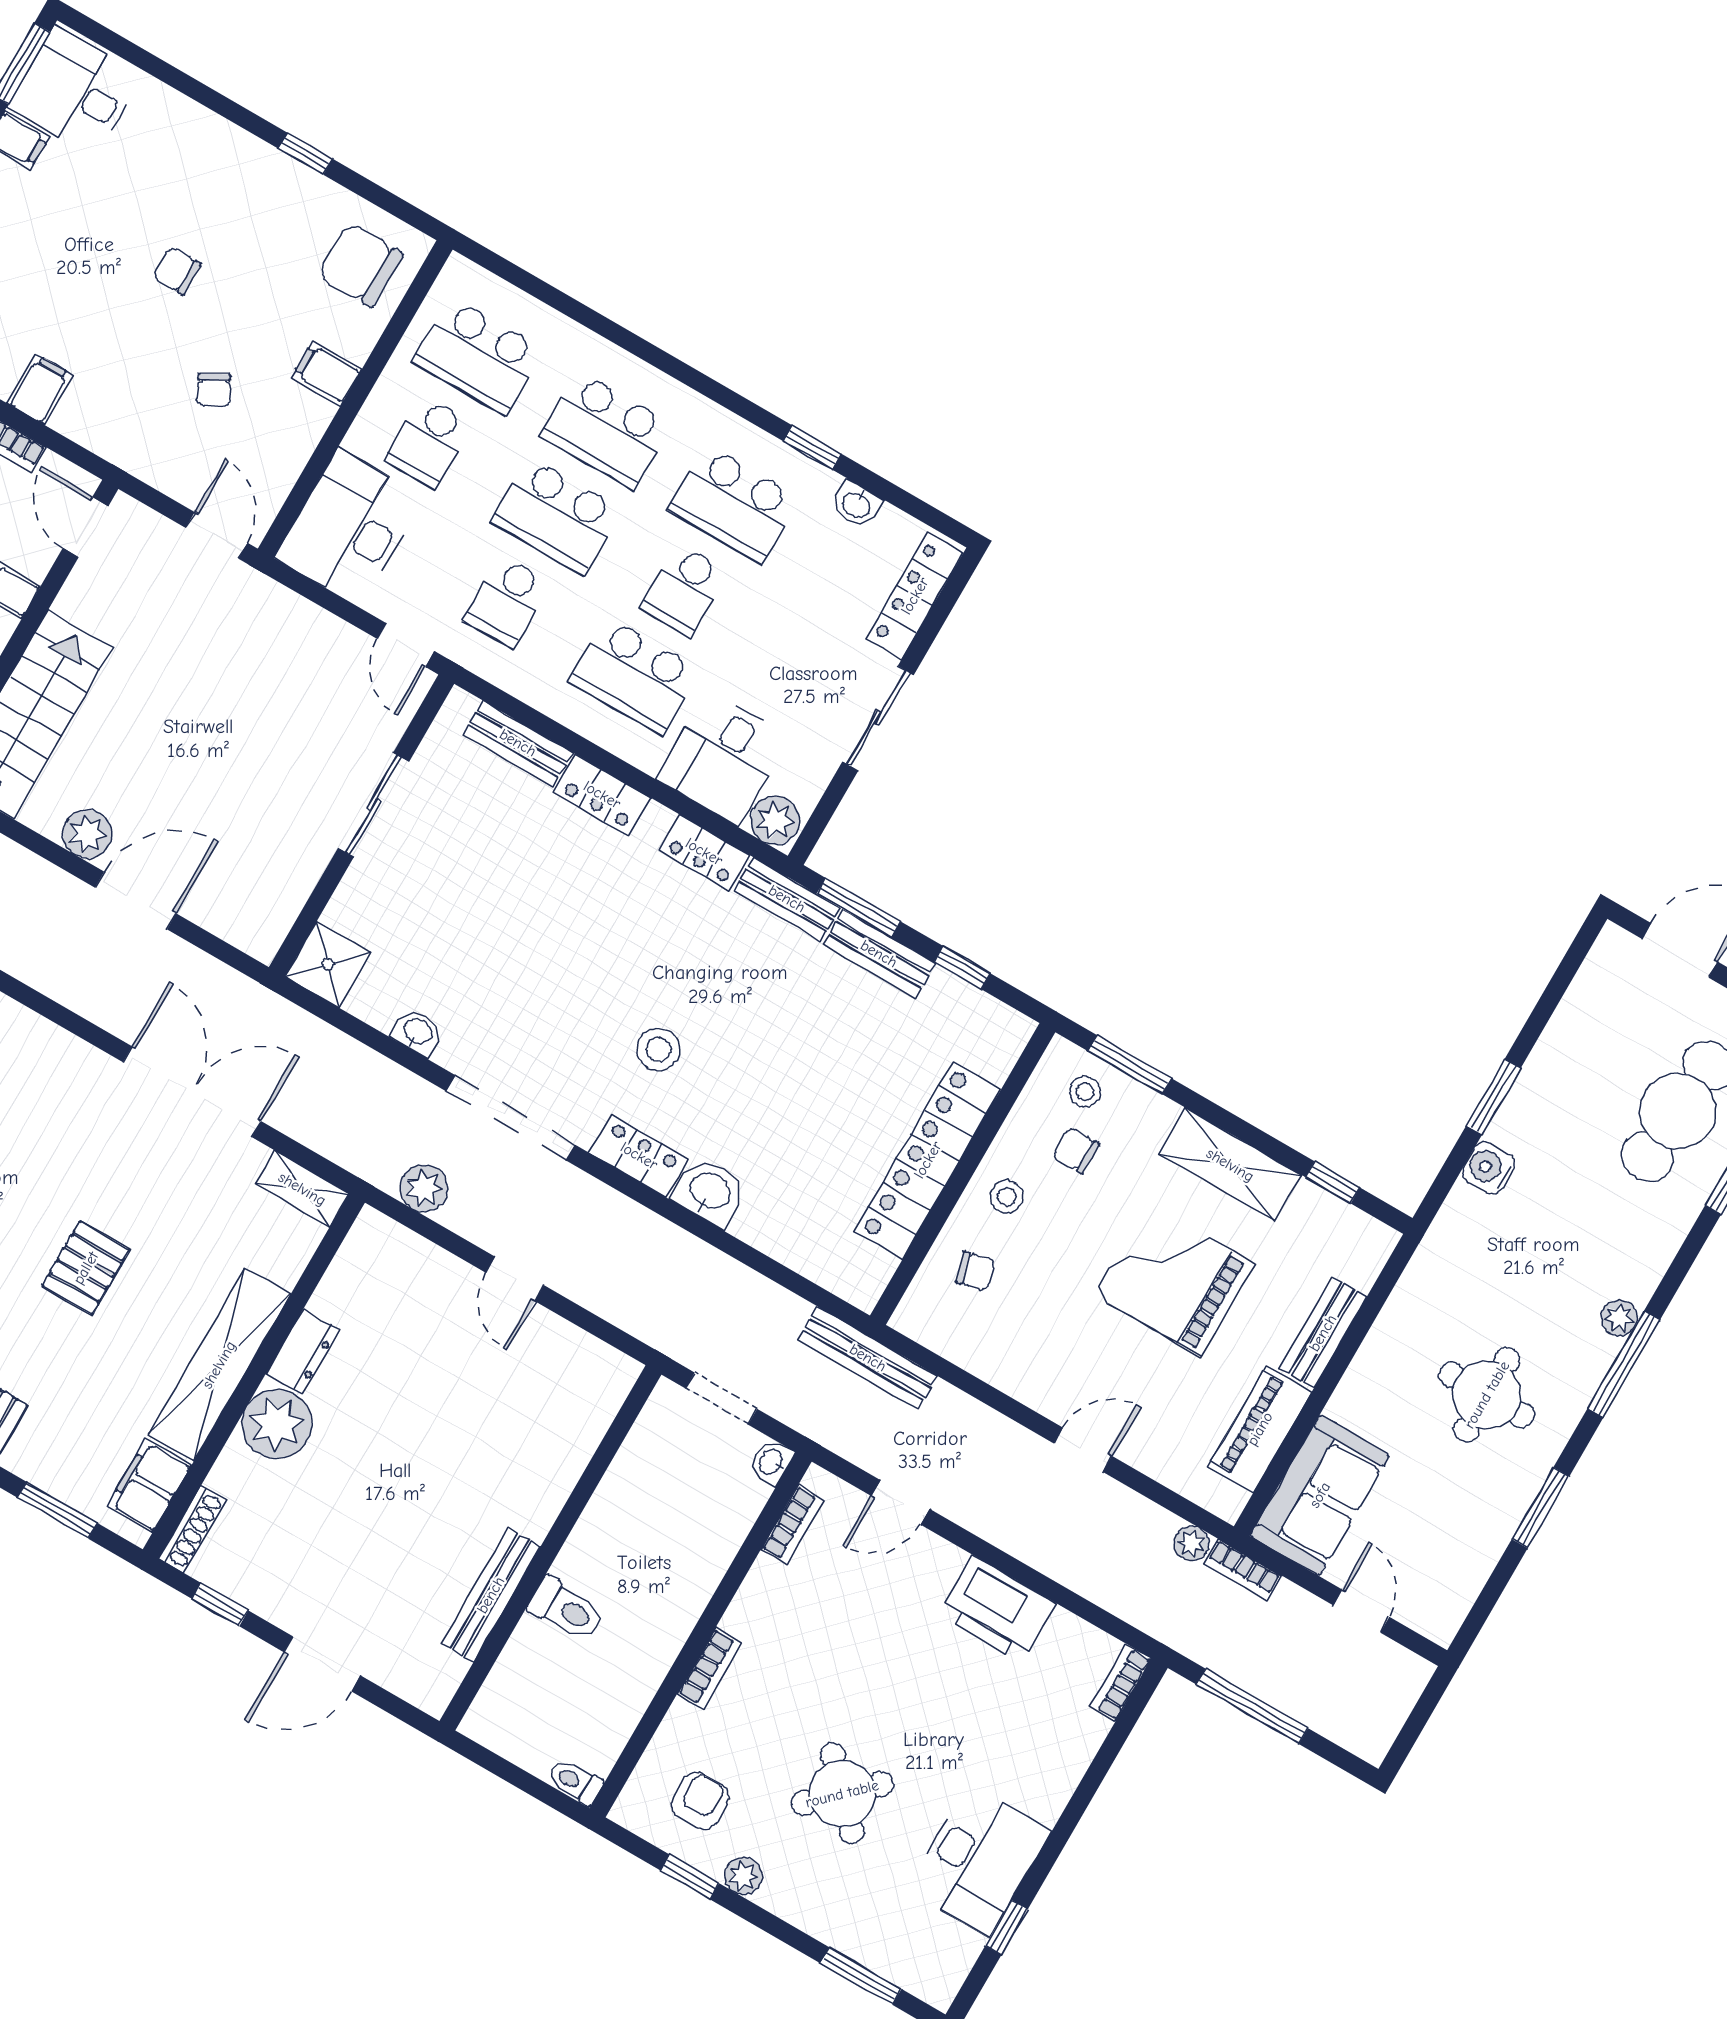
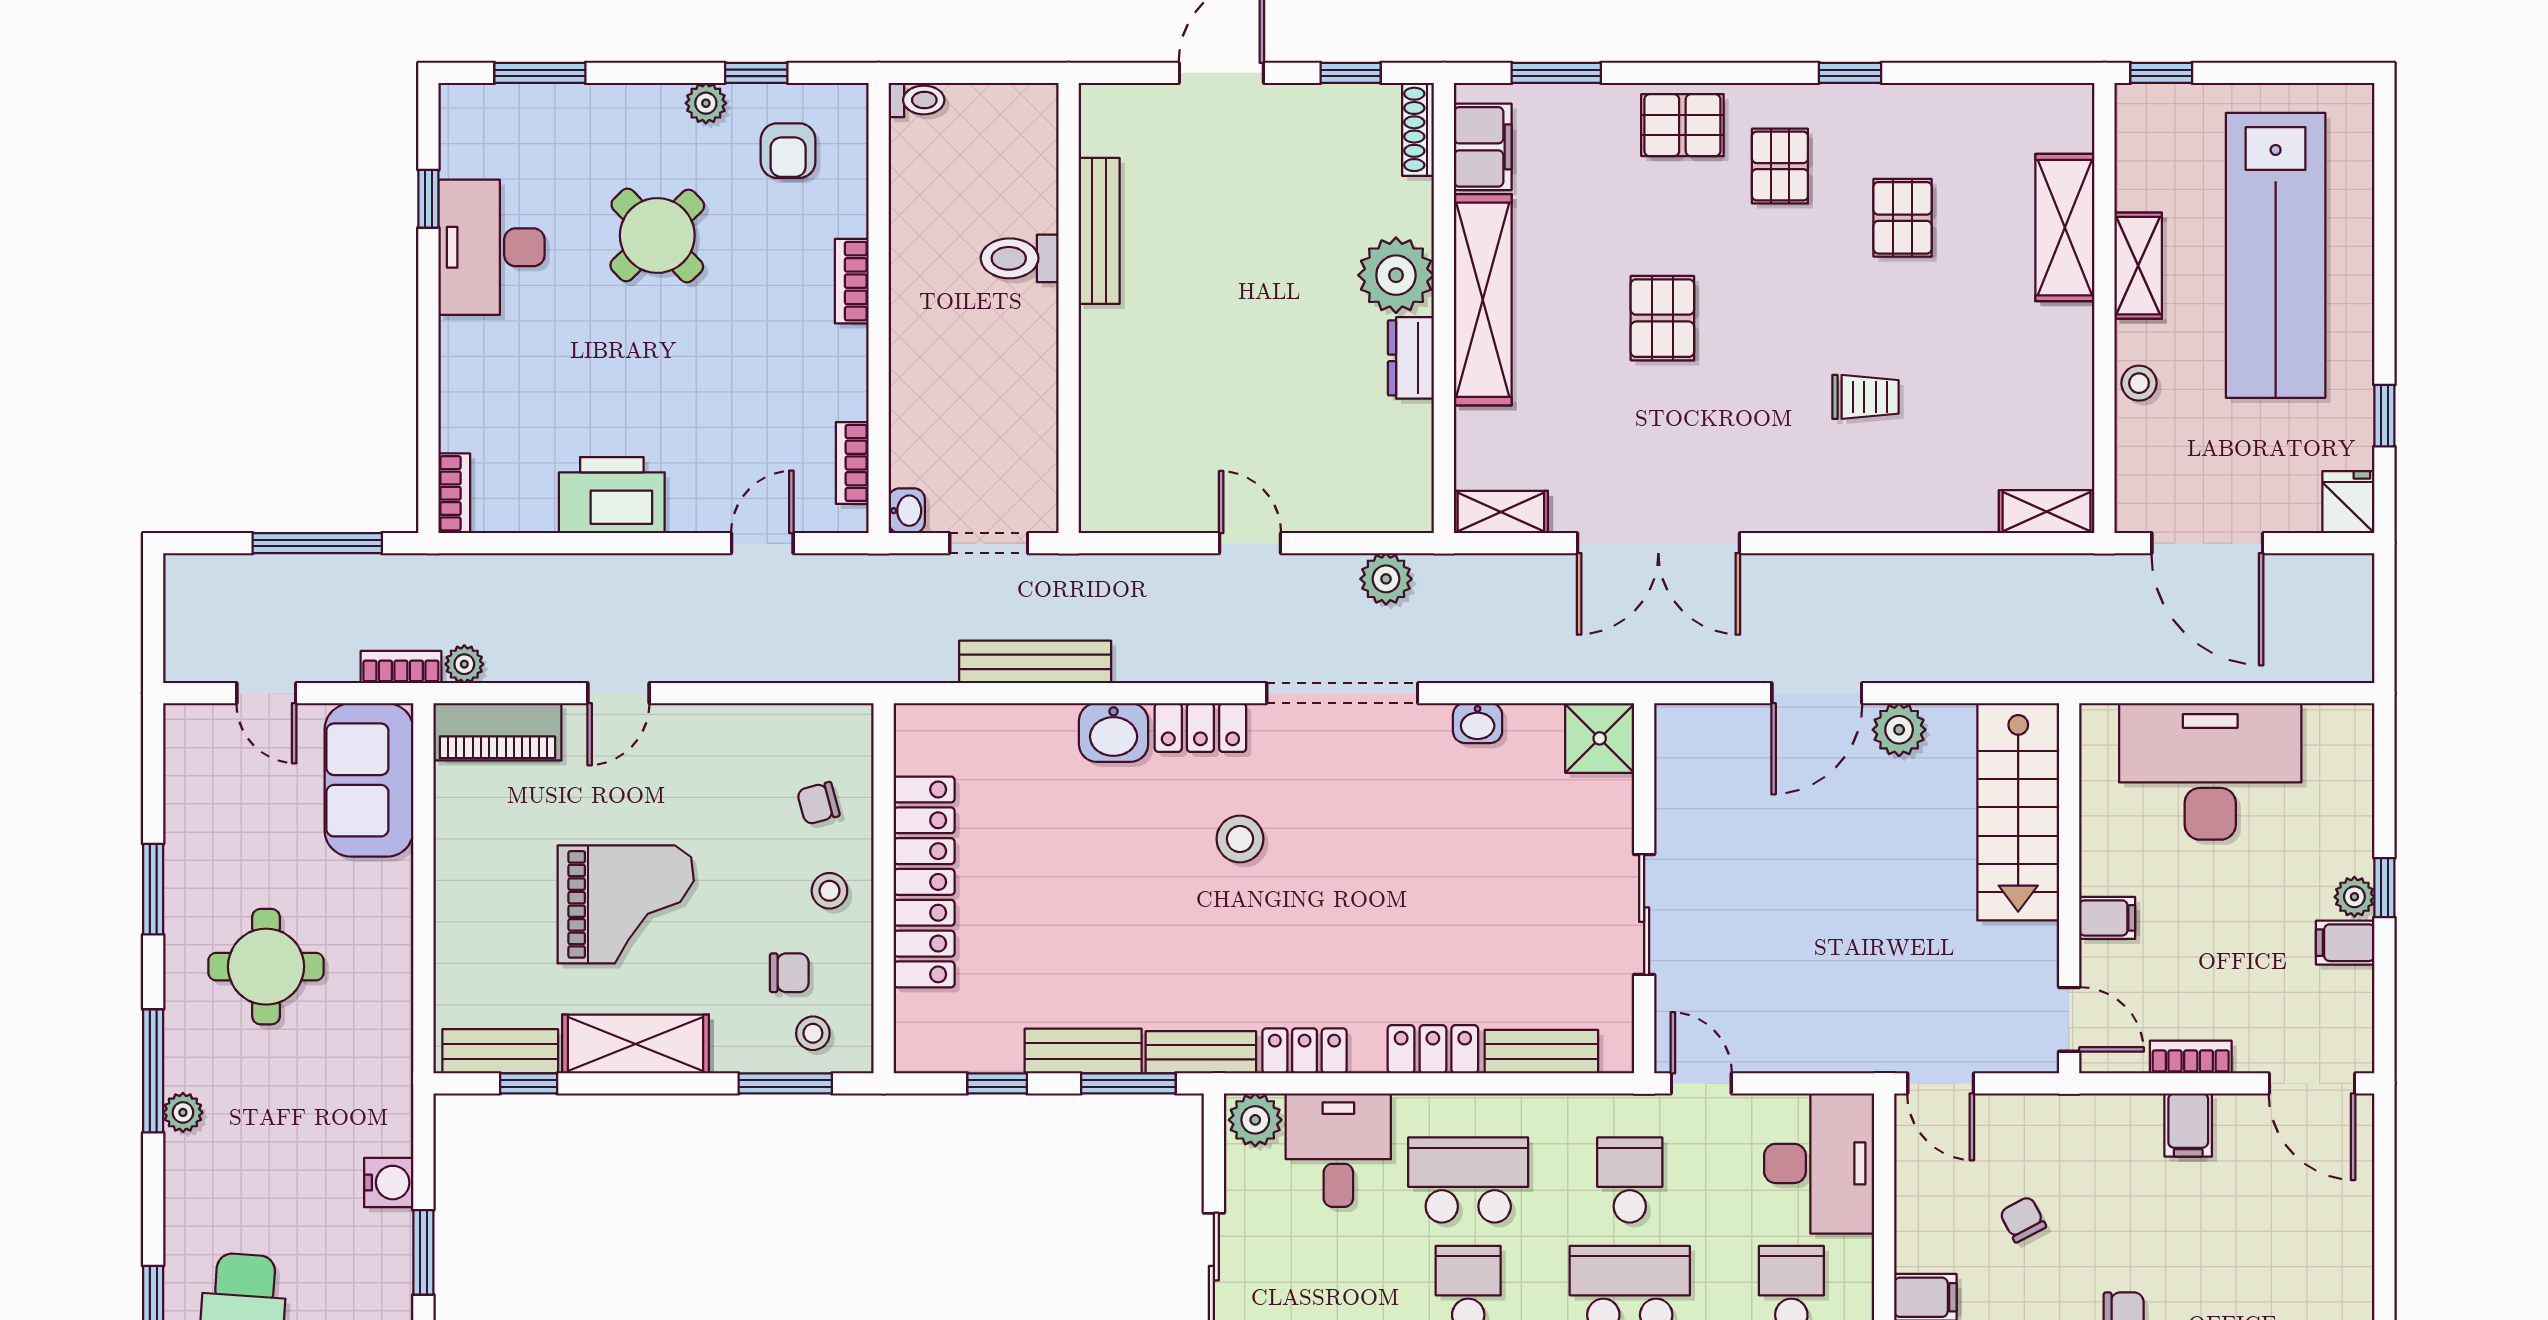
bench: (1323, 1333) -> (500, 1051), moved, turned 90
bench: (868, 1358) -> (1035, 662), moved
piano: (1260, 1429) -> (497, 732), moved, turned 90

